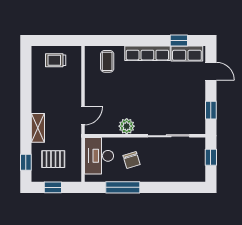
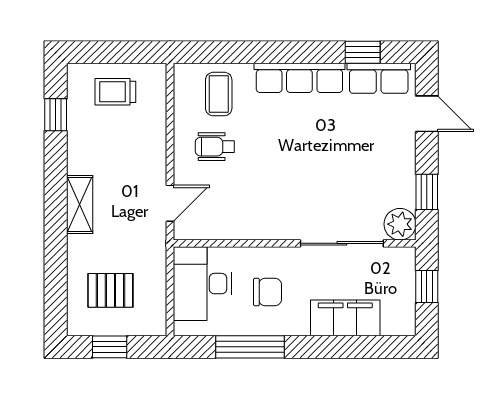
wheelchair: (105, 88) -> (215, 147), added
plant: (127, 126) -> (400, 224), moved
shelving: (38, 128) -> (80, 204), moved
chair: (132, 160) -> (268, 292), turned -73
window: (26, 162) -> (56, 115), moved
filing cabinet: (170, 173) -> (345, 318), added

